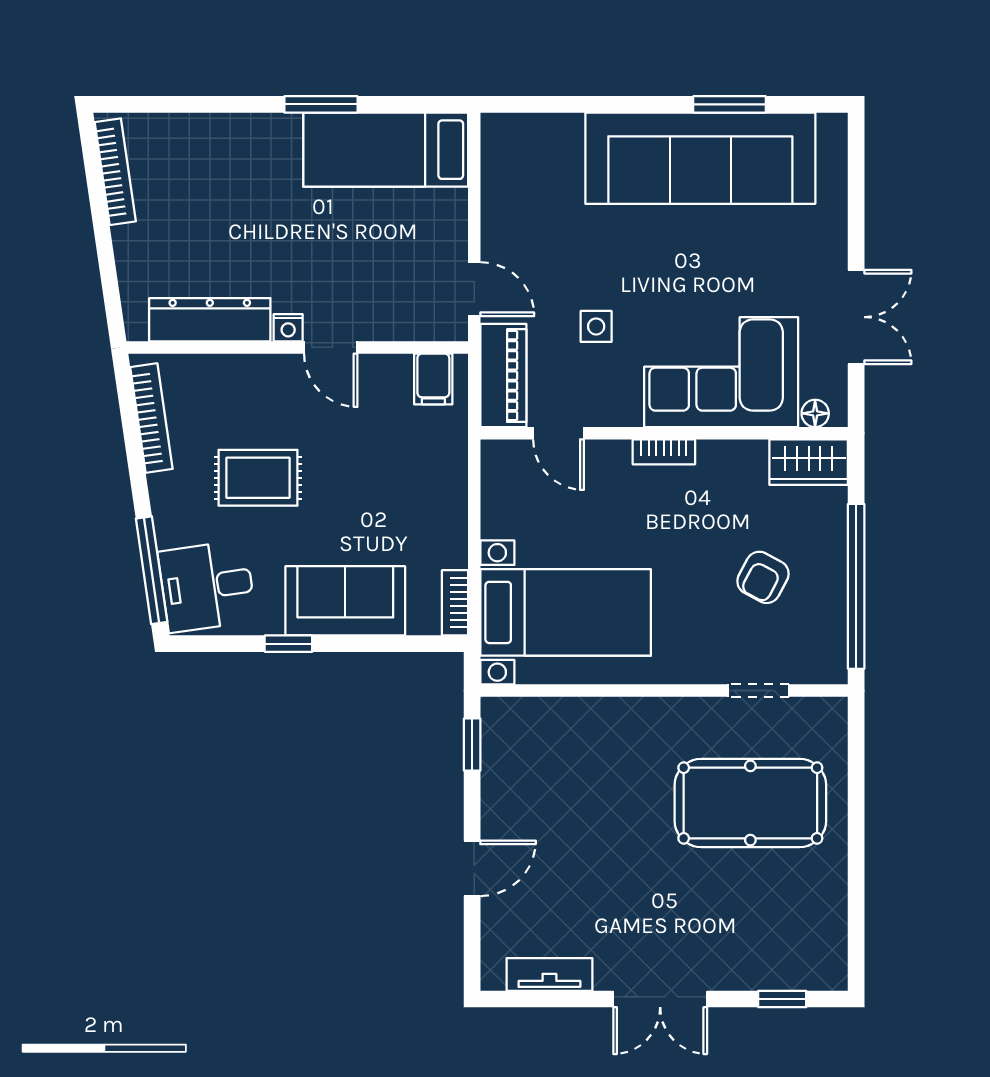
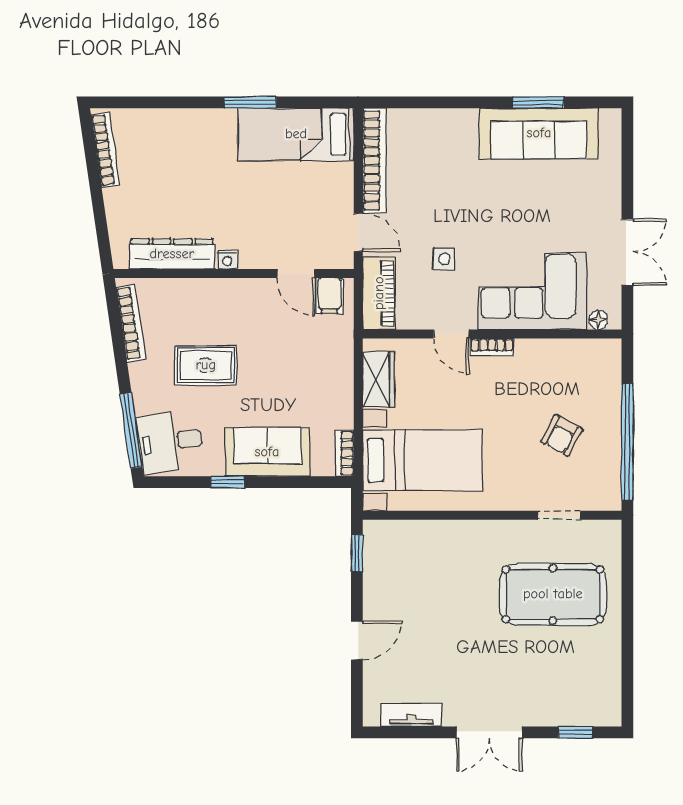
sofa: (700, 158) -> (539, 133), width x0.74, depth x0.79
bookcase: (497, 187) -> (375, 161), added
door: (331, 347) -> (296, 274), moved
door: (558, 433) -> (451, 334), moved
wardrobe: (809, 462) -> (379, 379), moved, turned -90

